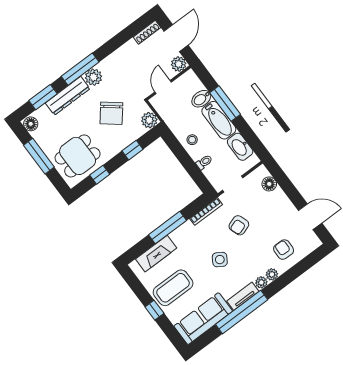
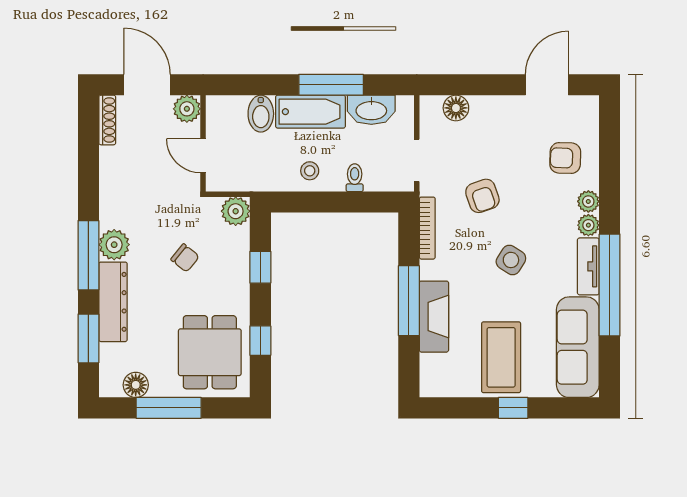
window: (225, 103) -> (331, 85), moved
chair: (111, 113) -> (185, 258), width x0.54, depth x0.54
floor lamp: (31, 124) -> (136, 385), moved
fireplace: (156, 254) -> (434, 317), moved

